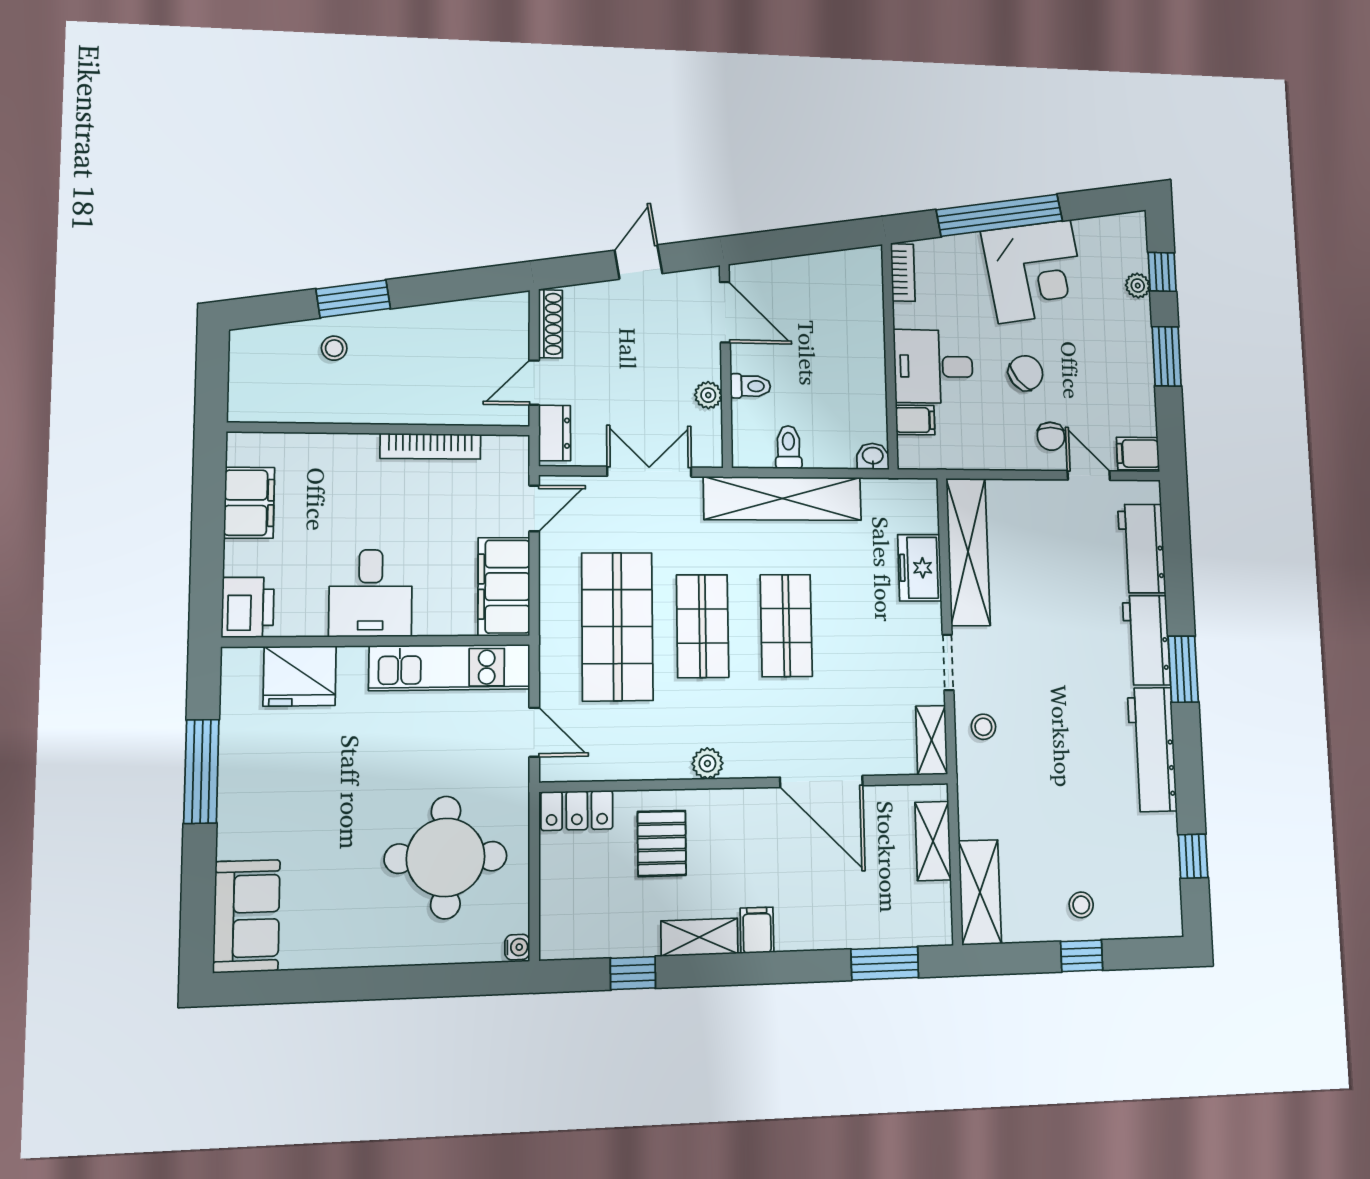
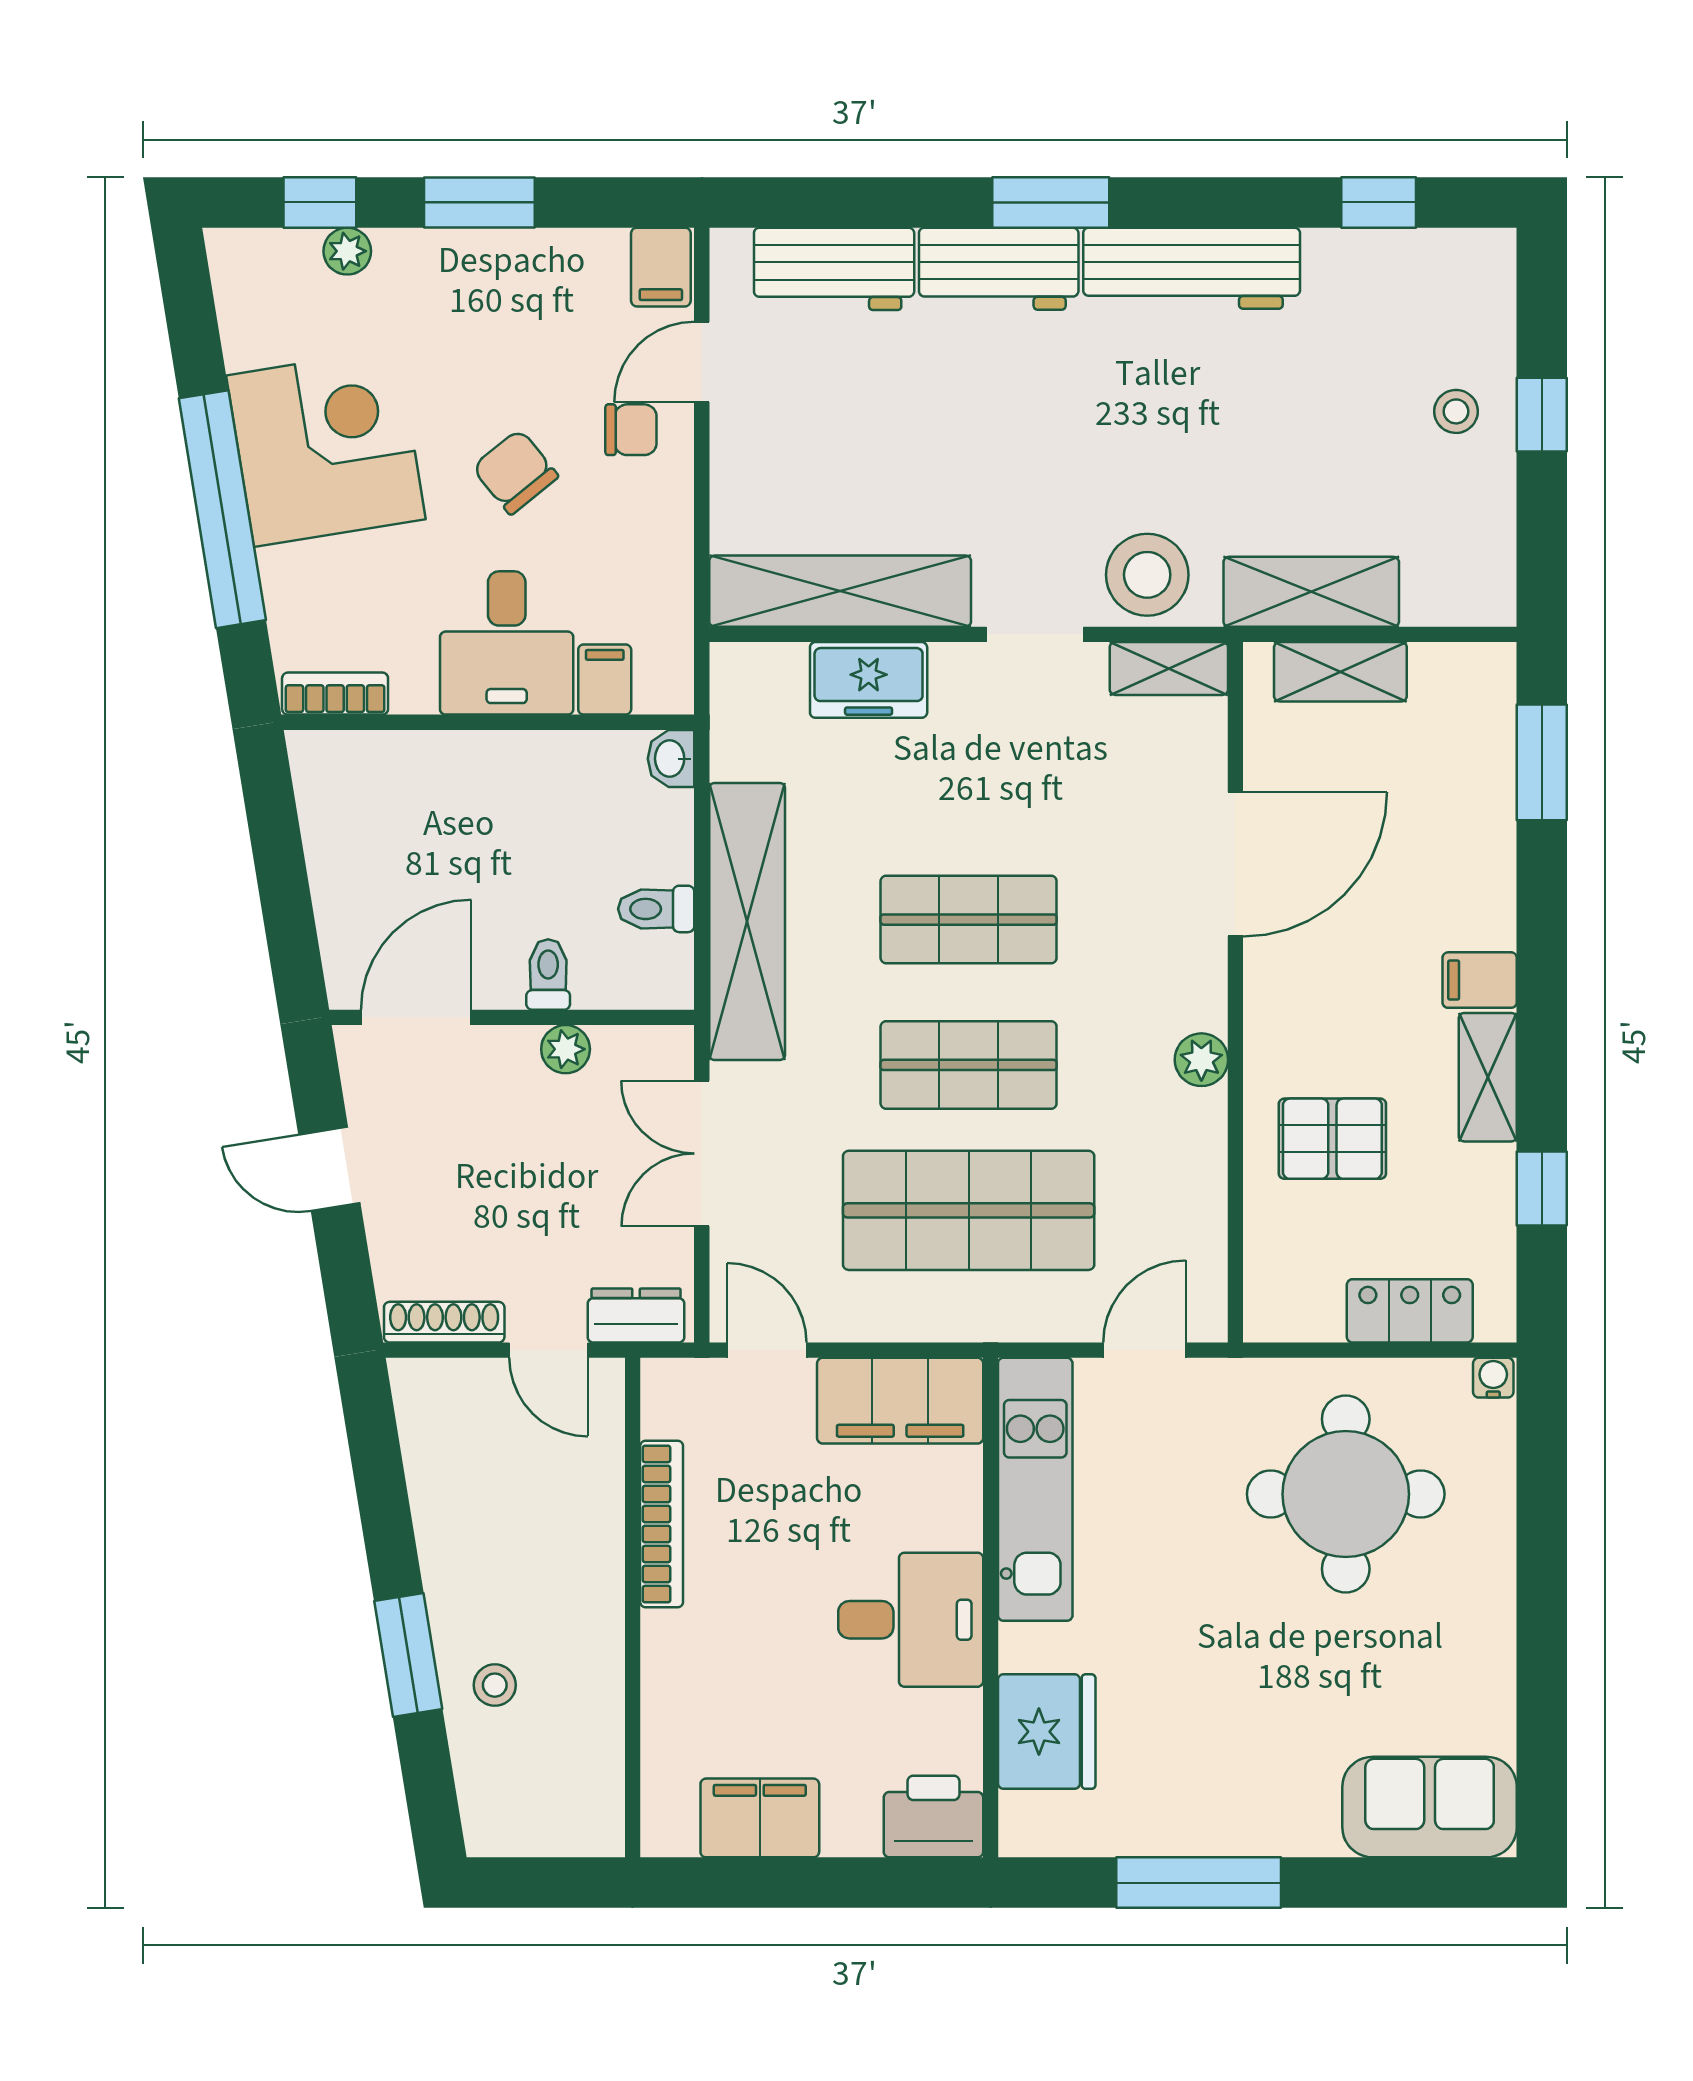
stool: (983, 727) -> (1147, 575), width x1.89, depth x1.89
locker: (577, 810) -> (1410, 1311), moved, turned -90
shelving: (980, 892) -> (1311, 592), moved

